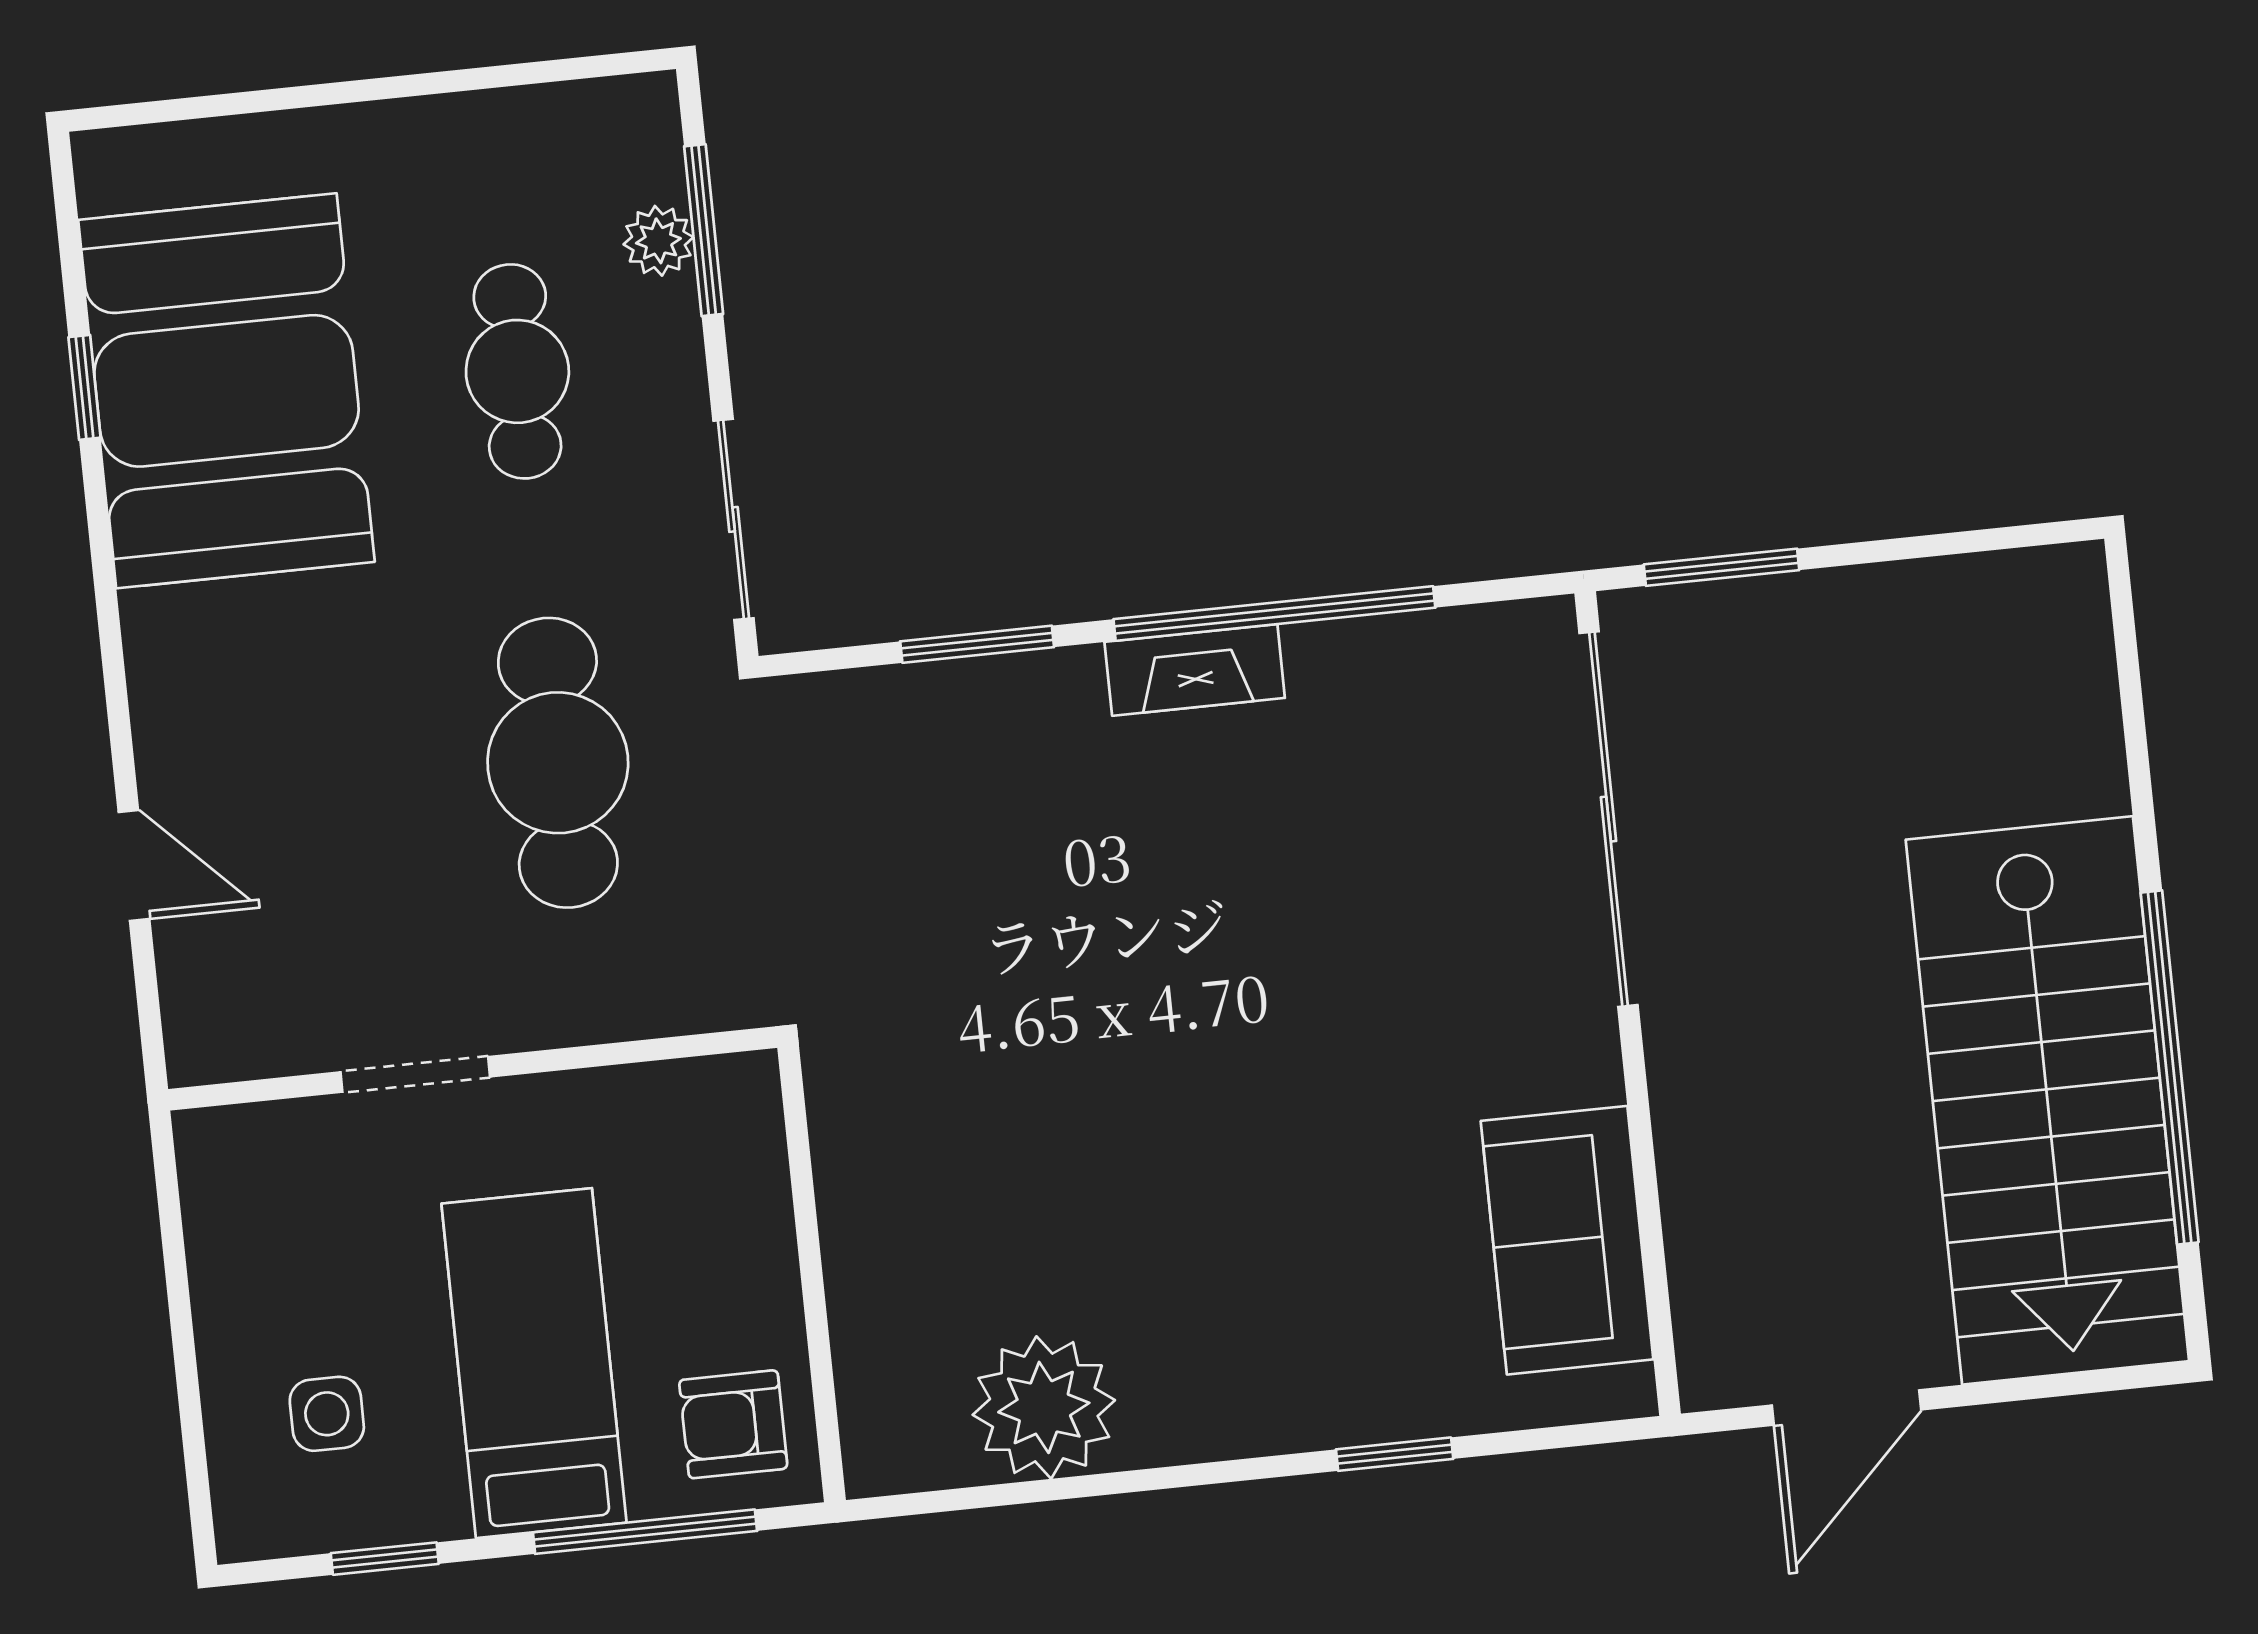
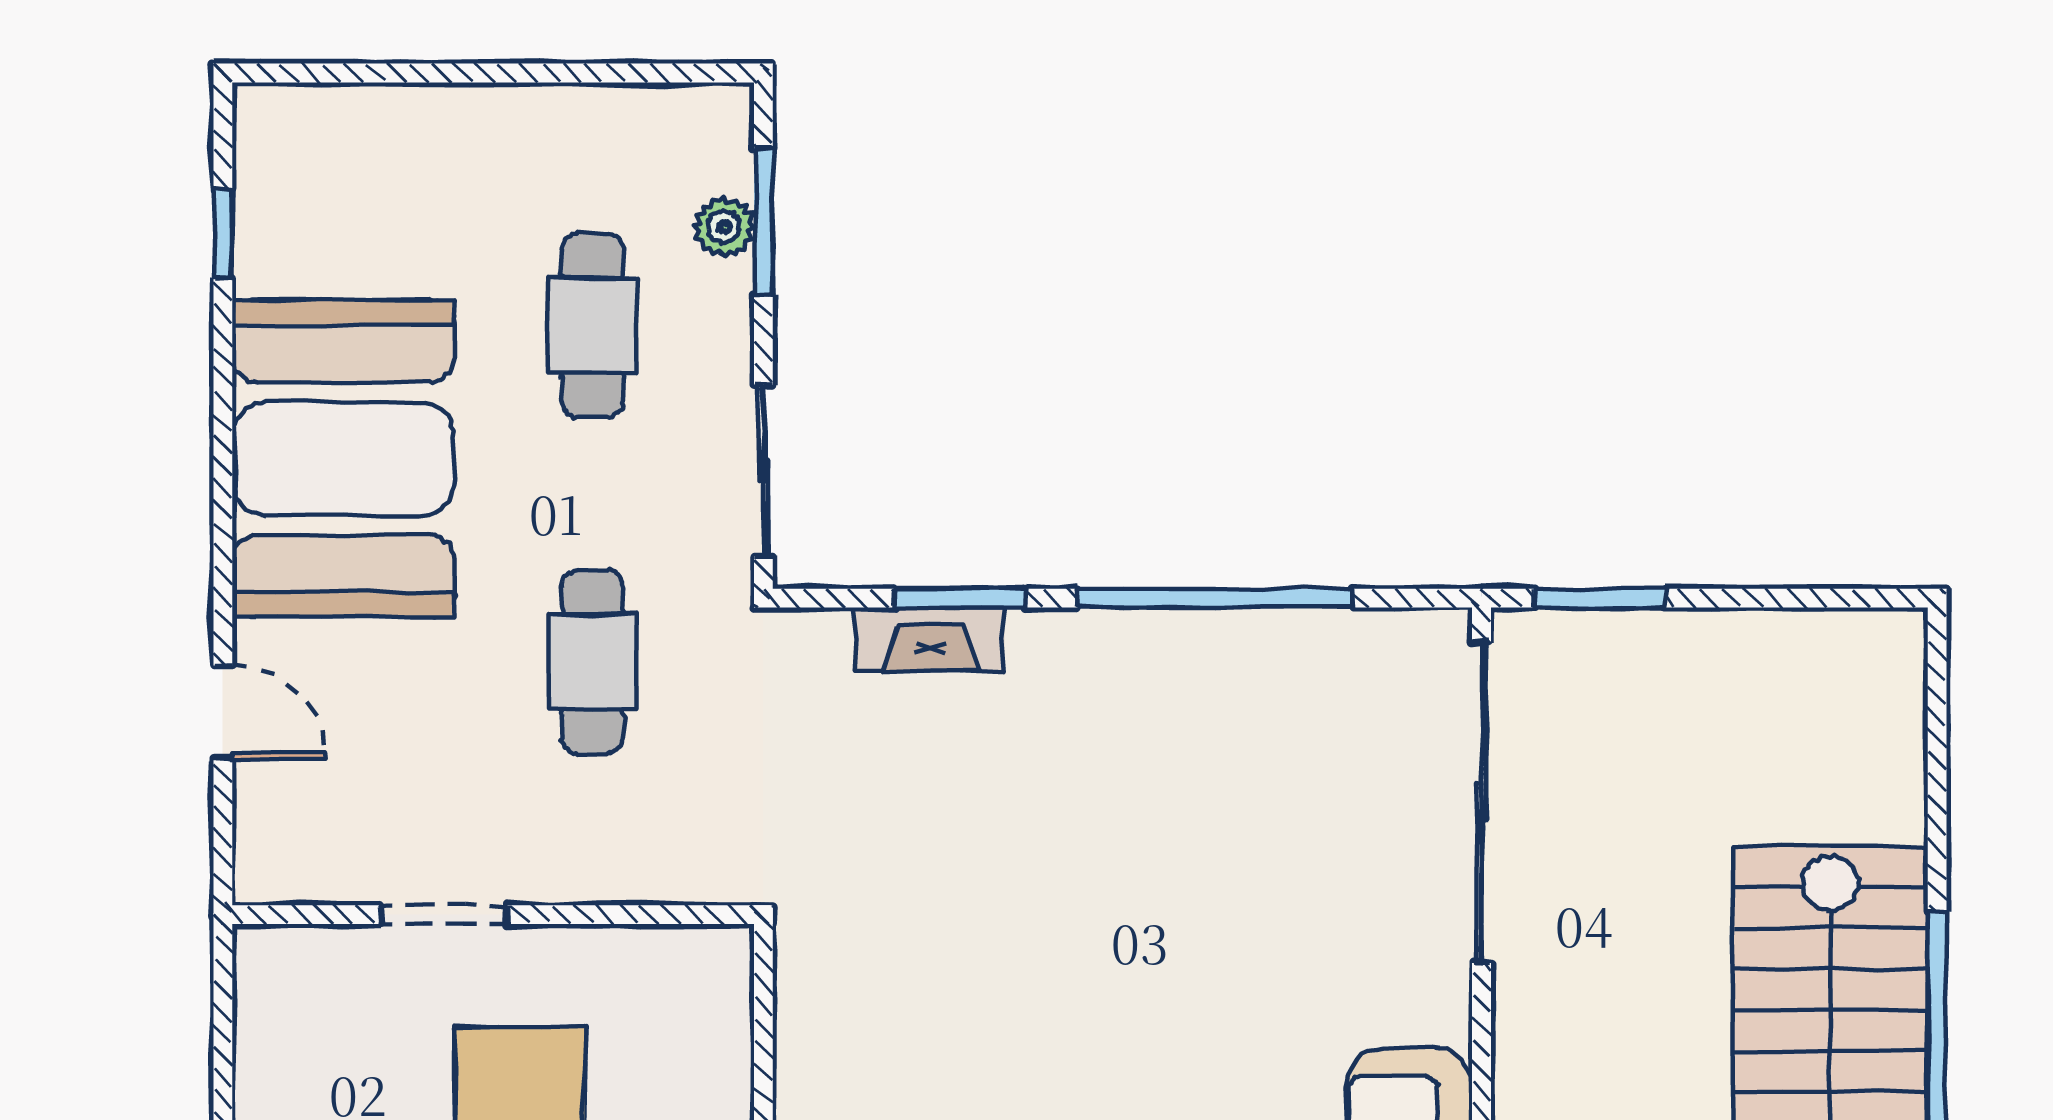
window: (85, 387) -> (223, 234), moved
booth: (226, 391) -> (343, 458), moved
fireplace: (1195, 670) -> (930, 639), moved
cafe table: (558, 763) -> (593, 662), width x0.73, depth x0.74

